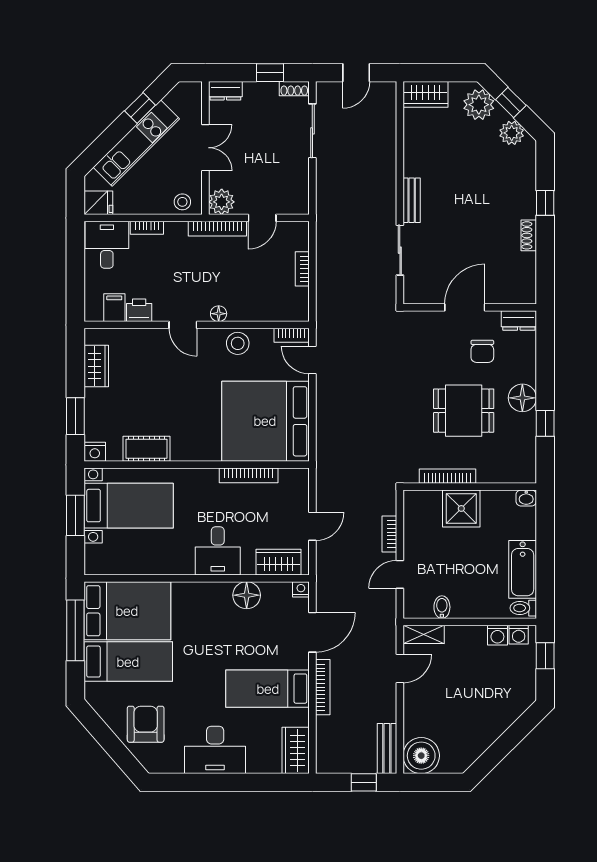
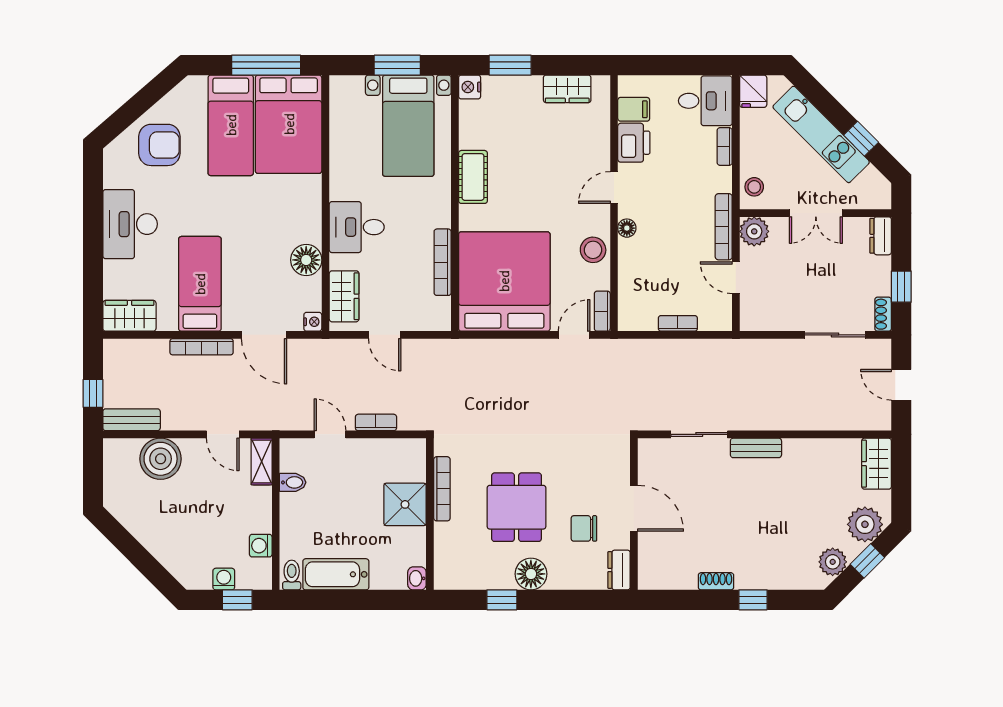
printer: (139, 310) -> (634, 143), width x1.36, depth x1.24
cot: (146, 449) -> (473, 177), moved
washing machine: (519, 635) -> (224, 579), moved, turned 90
boiler: (421, 756) -> (161, 459), moved

